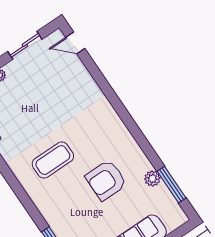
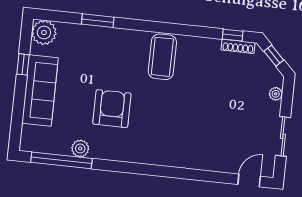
coffee table: (53, 160) -> (162, 57), moved
window: (172, 185) -> (61, 160), width x1.46

